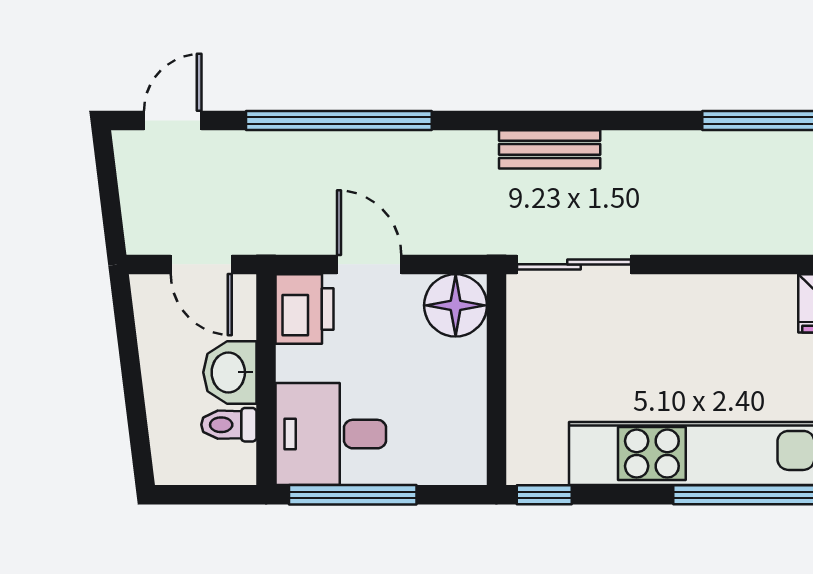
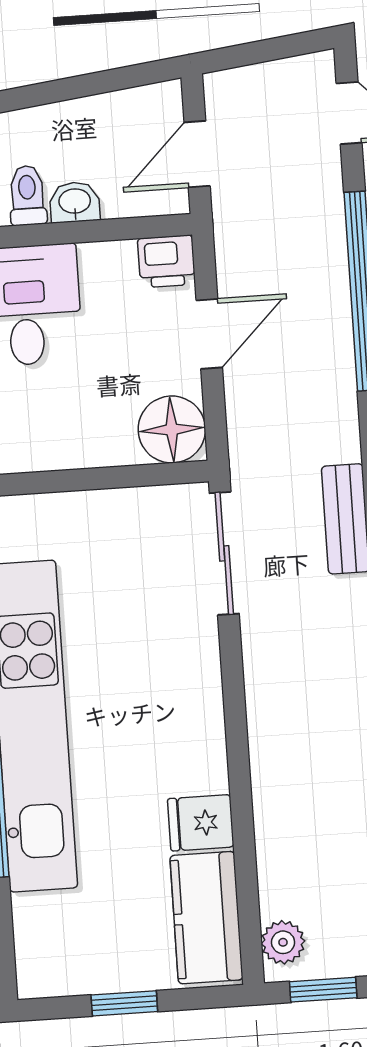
printer: (305, 309) -> (167, 261), width x0.73, depth x0.81
washbasin: (230, 372) -> (75, 202), width x0.72, depth x0.69

